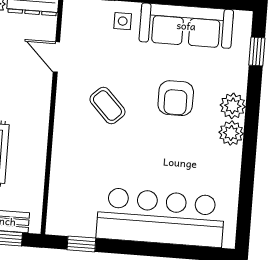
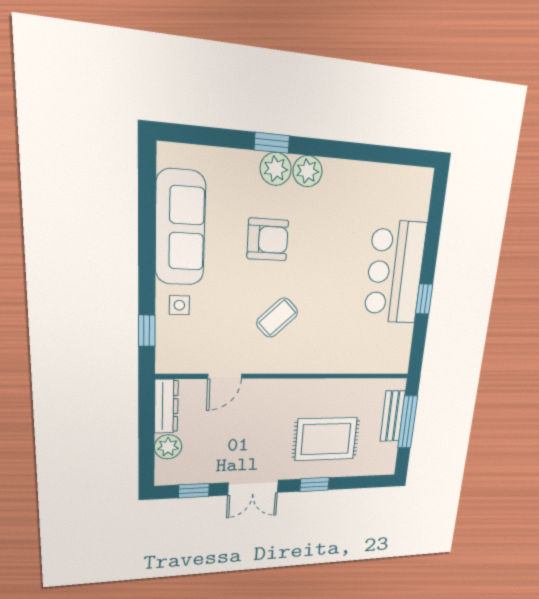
window: (257, 52) -> (272, 143), moved
bar counter: (161, 217) -> (395, 272), width x0.73
window: (81, 244) -> (424, 299), moved

